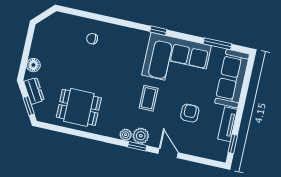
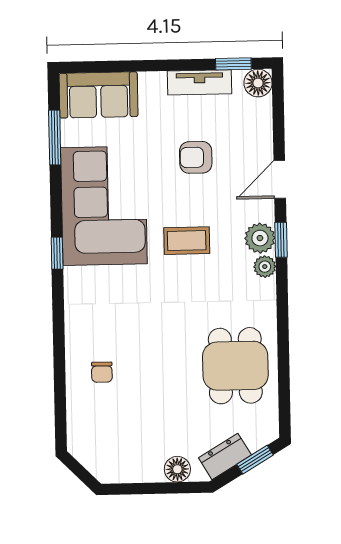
sofa: (232, 79) -> (98, 95), width x0.73
floor lamp: (220, 154) -> (258, 83), added

